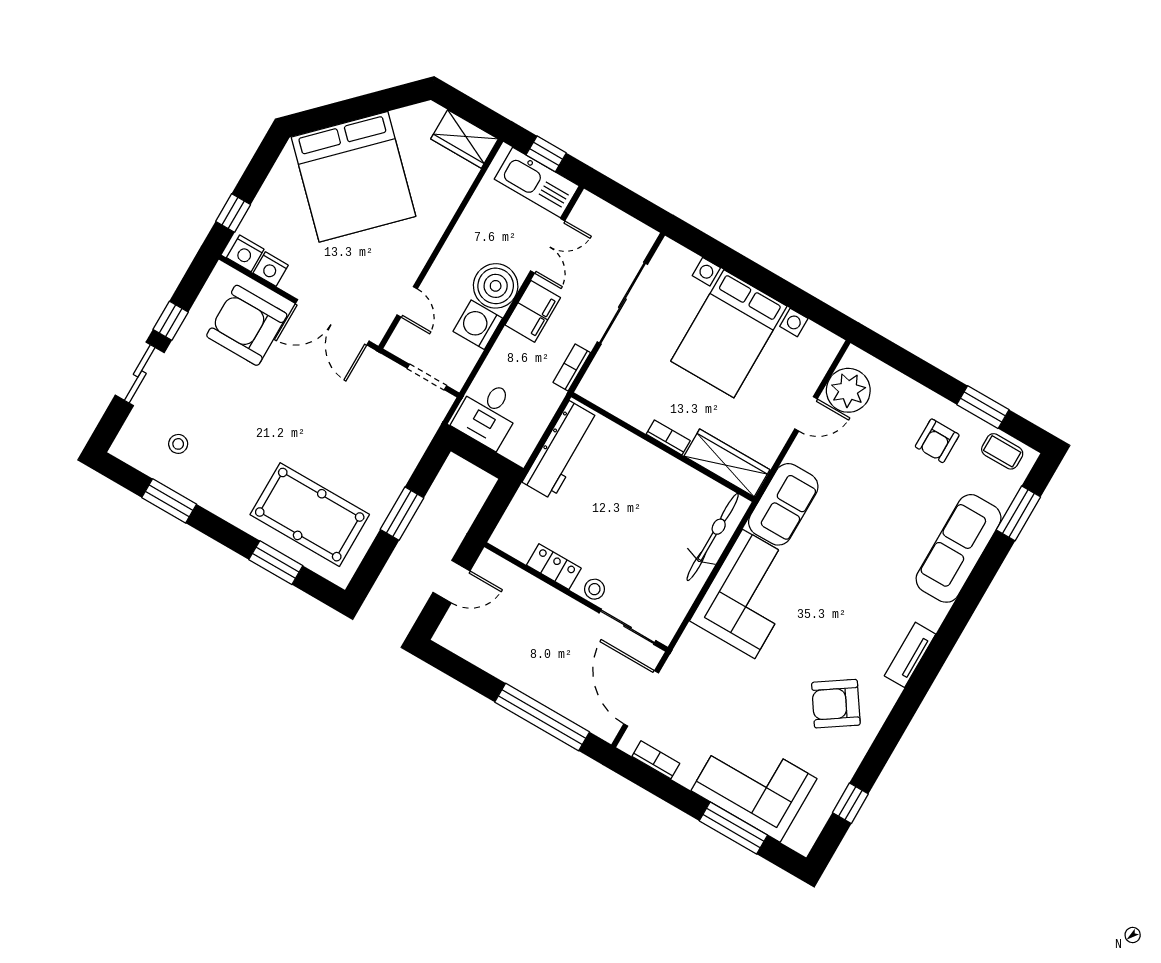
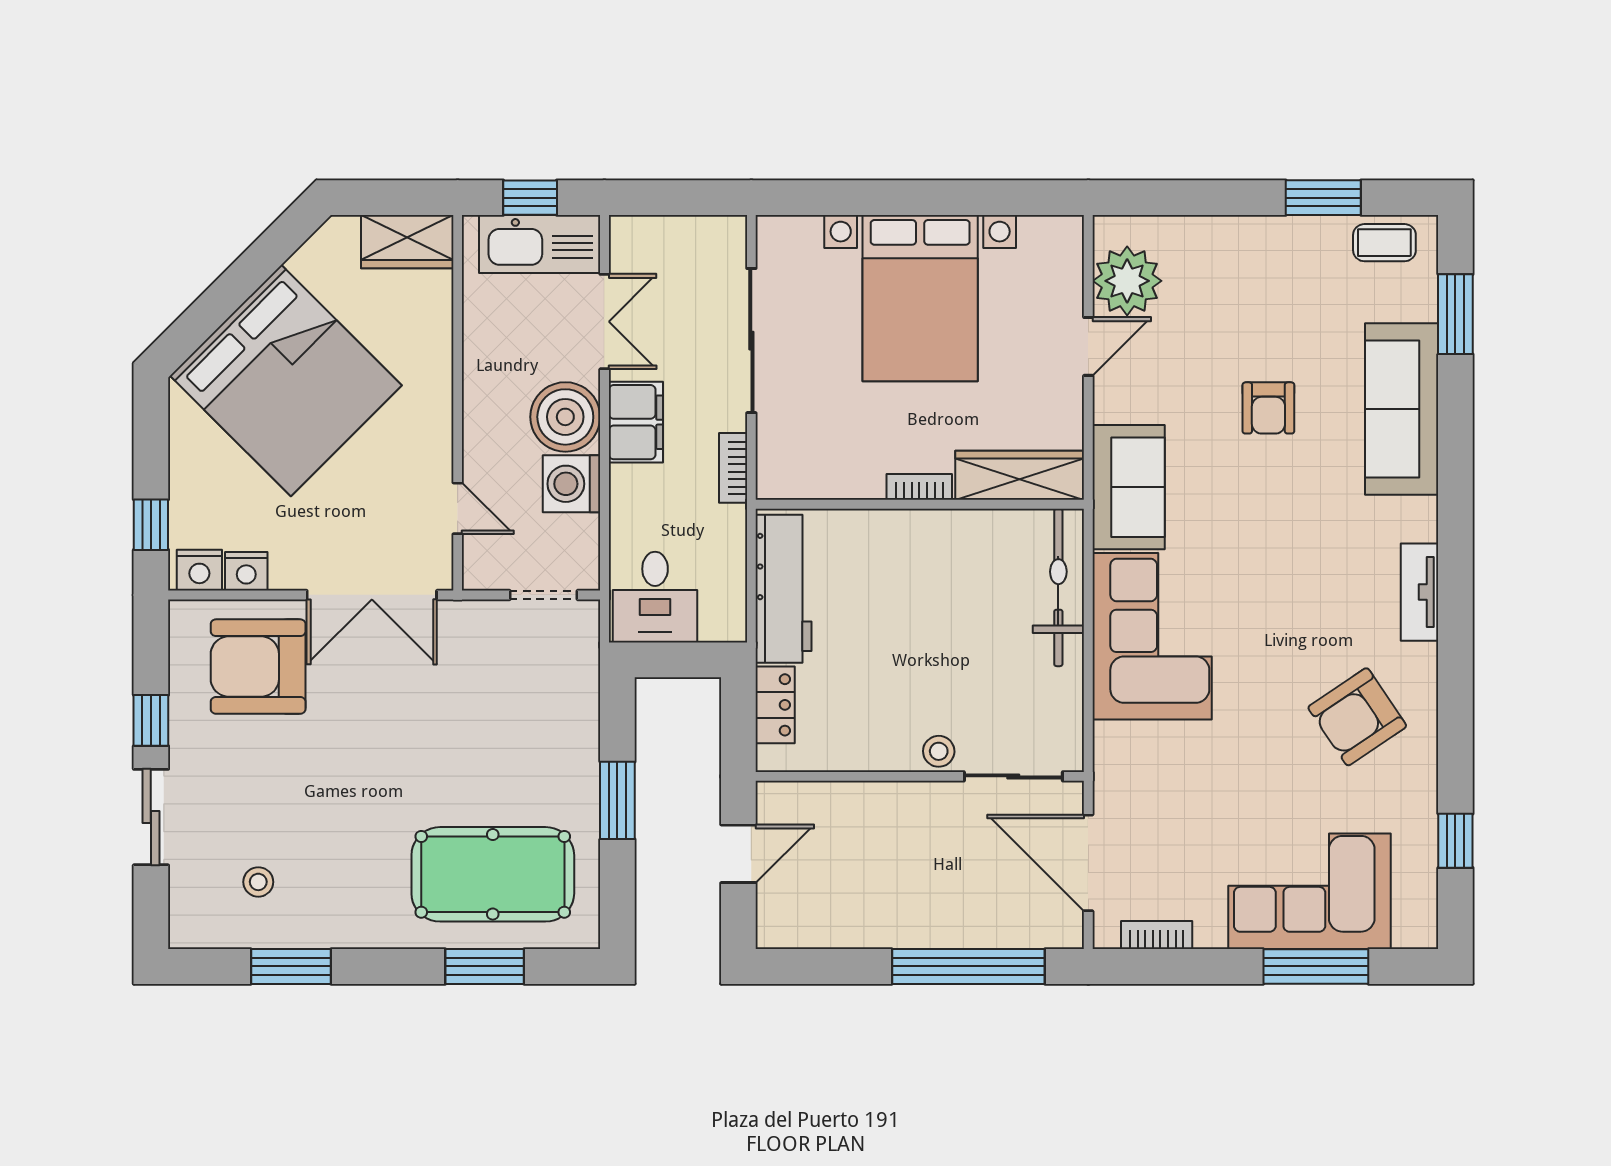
armchair: (937, 441) -> (1268, 408), moved
locker: (554, 567) -> (775, 705), moved, turned 90

